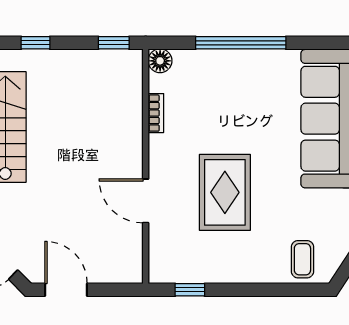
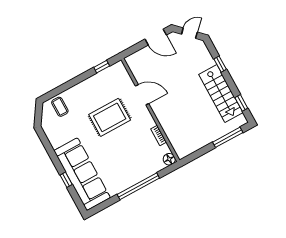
window: (36, 43) -> (228, 137), width x2.17
window: (114, 43) -> (194, 156), removed
rug: (225, 192) -> (110, 117), turned 90

